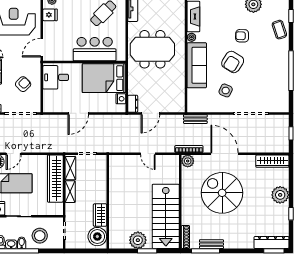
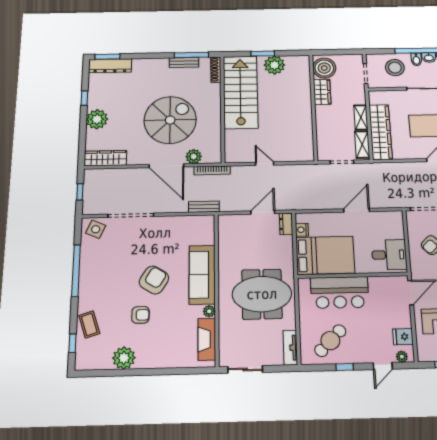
side table: (226, 90) -> (96, 229), moved
plant: (188, 161) -> (194, 157), moved
spiral stairs: (222, 193) -> (170, 120), turned -90

